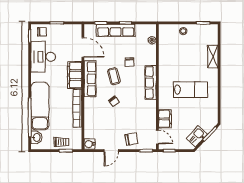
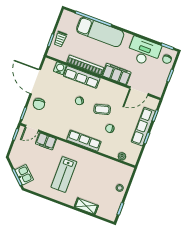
row of seats: (90, 79) -> (82, 77), moved
kitchen sink: (197, 136) -> (24, 175), moved
washbasin: (36, 137) -> (73, 18), removed
water cooler: (89, 144) -> (60, 68), moved
door: (111, 151) -> (35, 82), width x1.87

